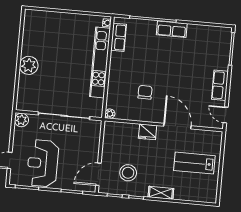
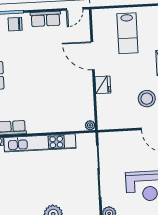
chair: (145, 92) -> (15, 24), moved
door: (177, 126) -> (93, 56), hinge flipped

